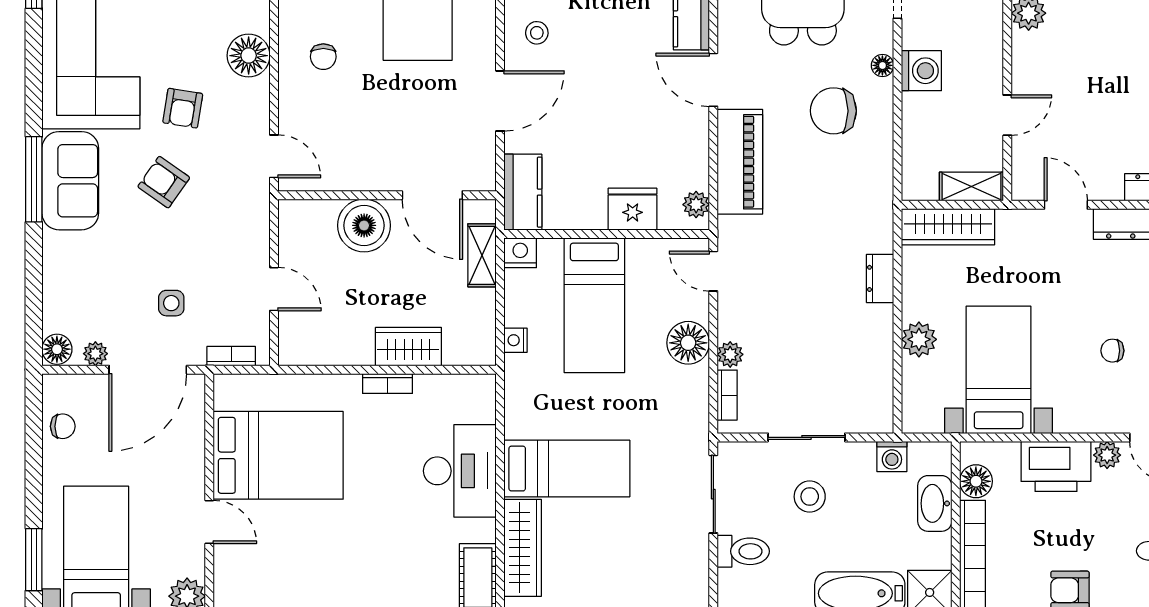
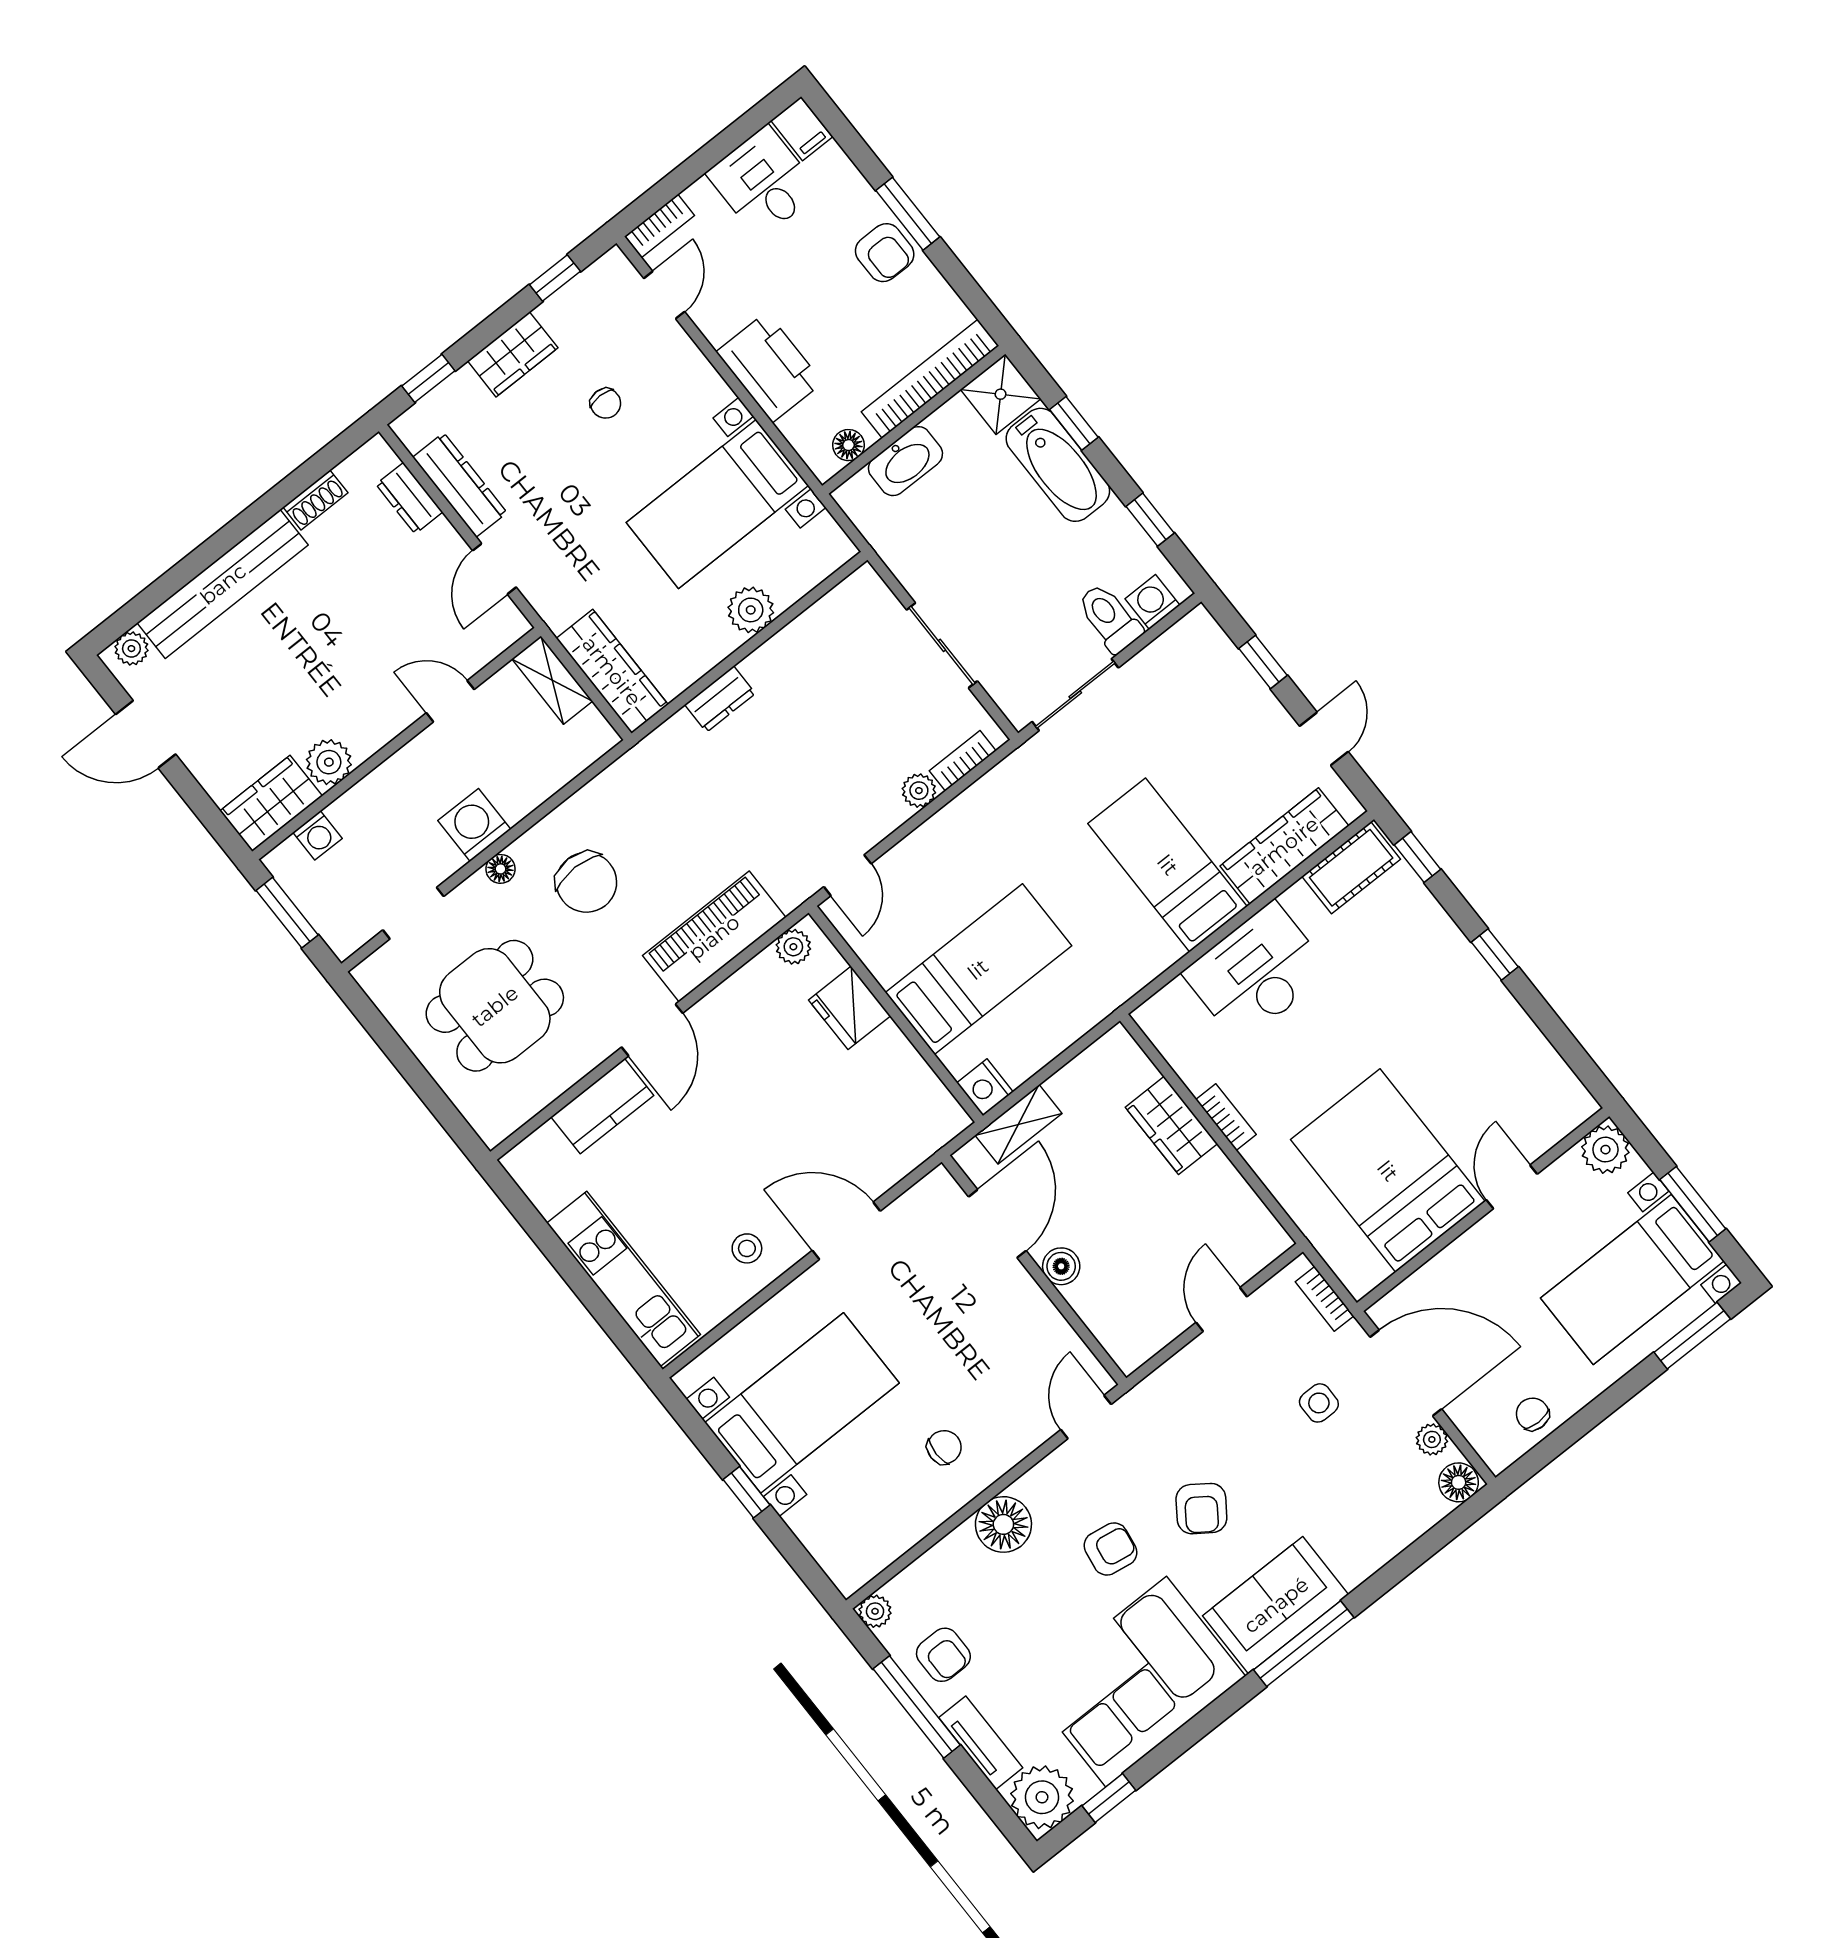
kitchen counter: (523, 192) -> (921, 1134), removed
boiler: (364, 225) -> (1061, 1266), width x0.54, depth x0.54
nightstand: (515, 340) -> (1078, 1021), removed
floor lamp: (688, 343) -> (941, 843), removed
plant: (1107, 455) -> (717, 324), removed
washing machine: (892, 456) -> (1152, 602), moved, turned -90
floor lamp: (976, 481) -> (849, 445), width x0.73, depth x0.73
stool: (810, 497) -> (1000, 594), removed

